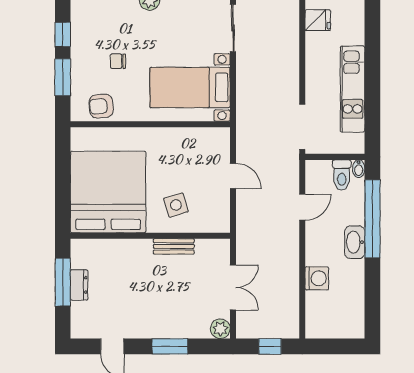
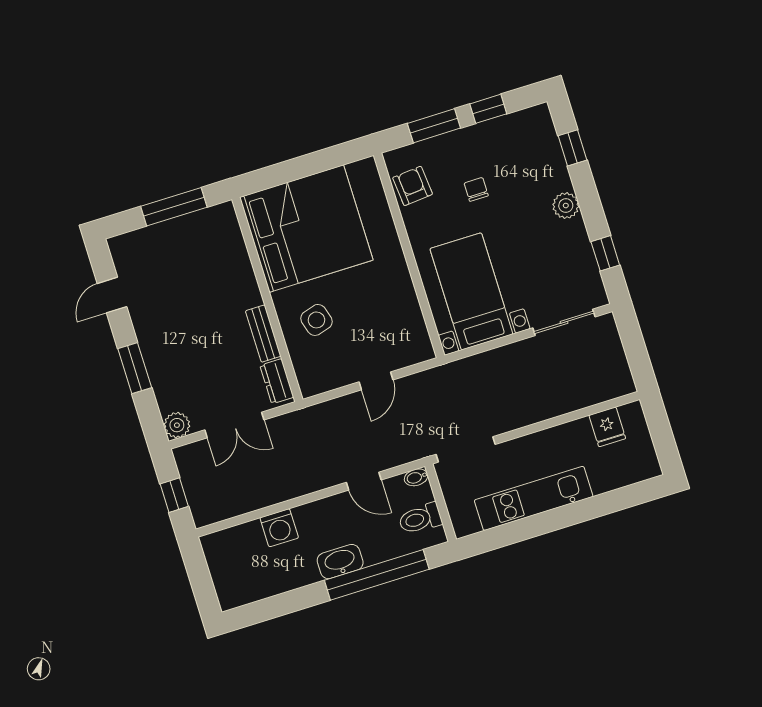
bidet: (359, 169) -> (416, 477), moved
dresser: (79, 285) -> (277, 381), moved, turned 90

